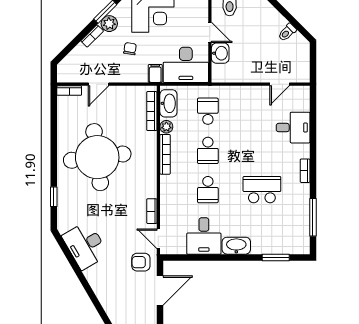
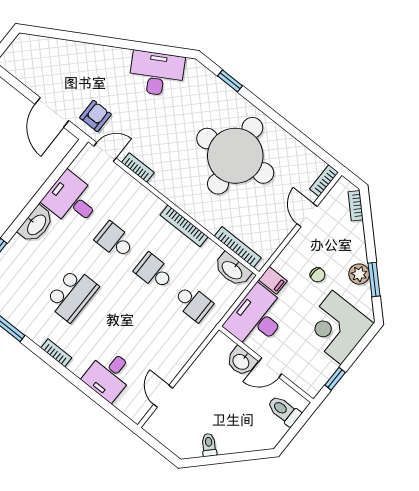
bookcase: (92, 36) -> (356, 206), moved
plant: (166, 127) -> (211, 249), removed

